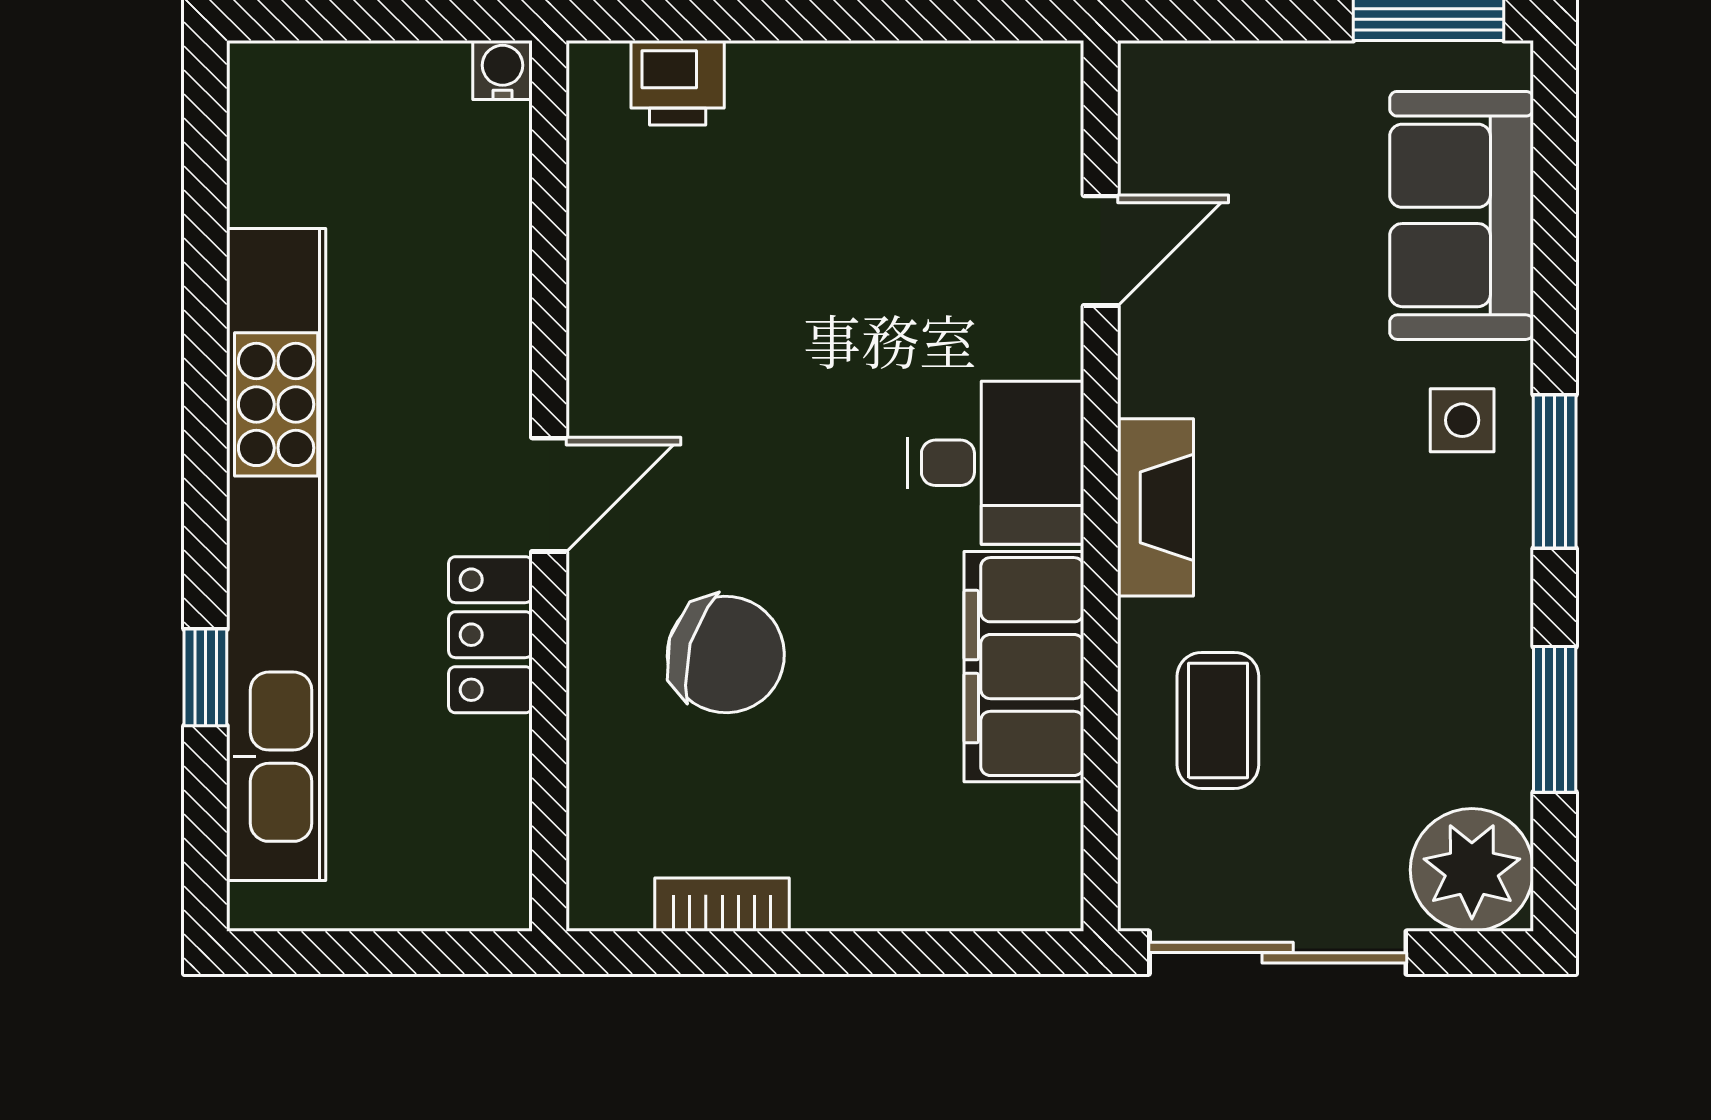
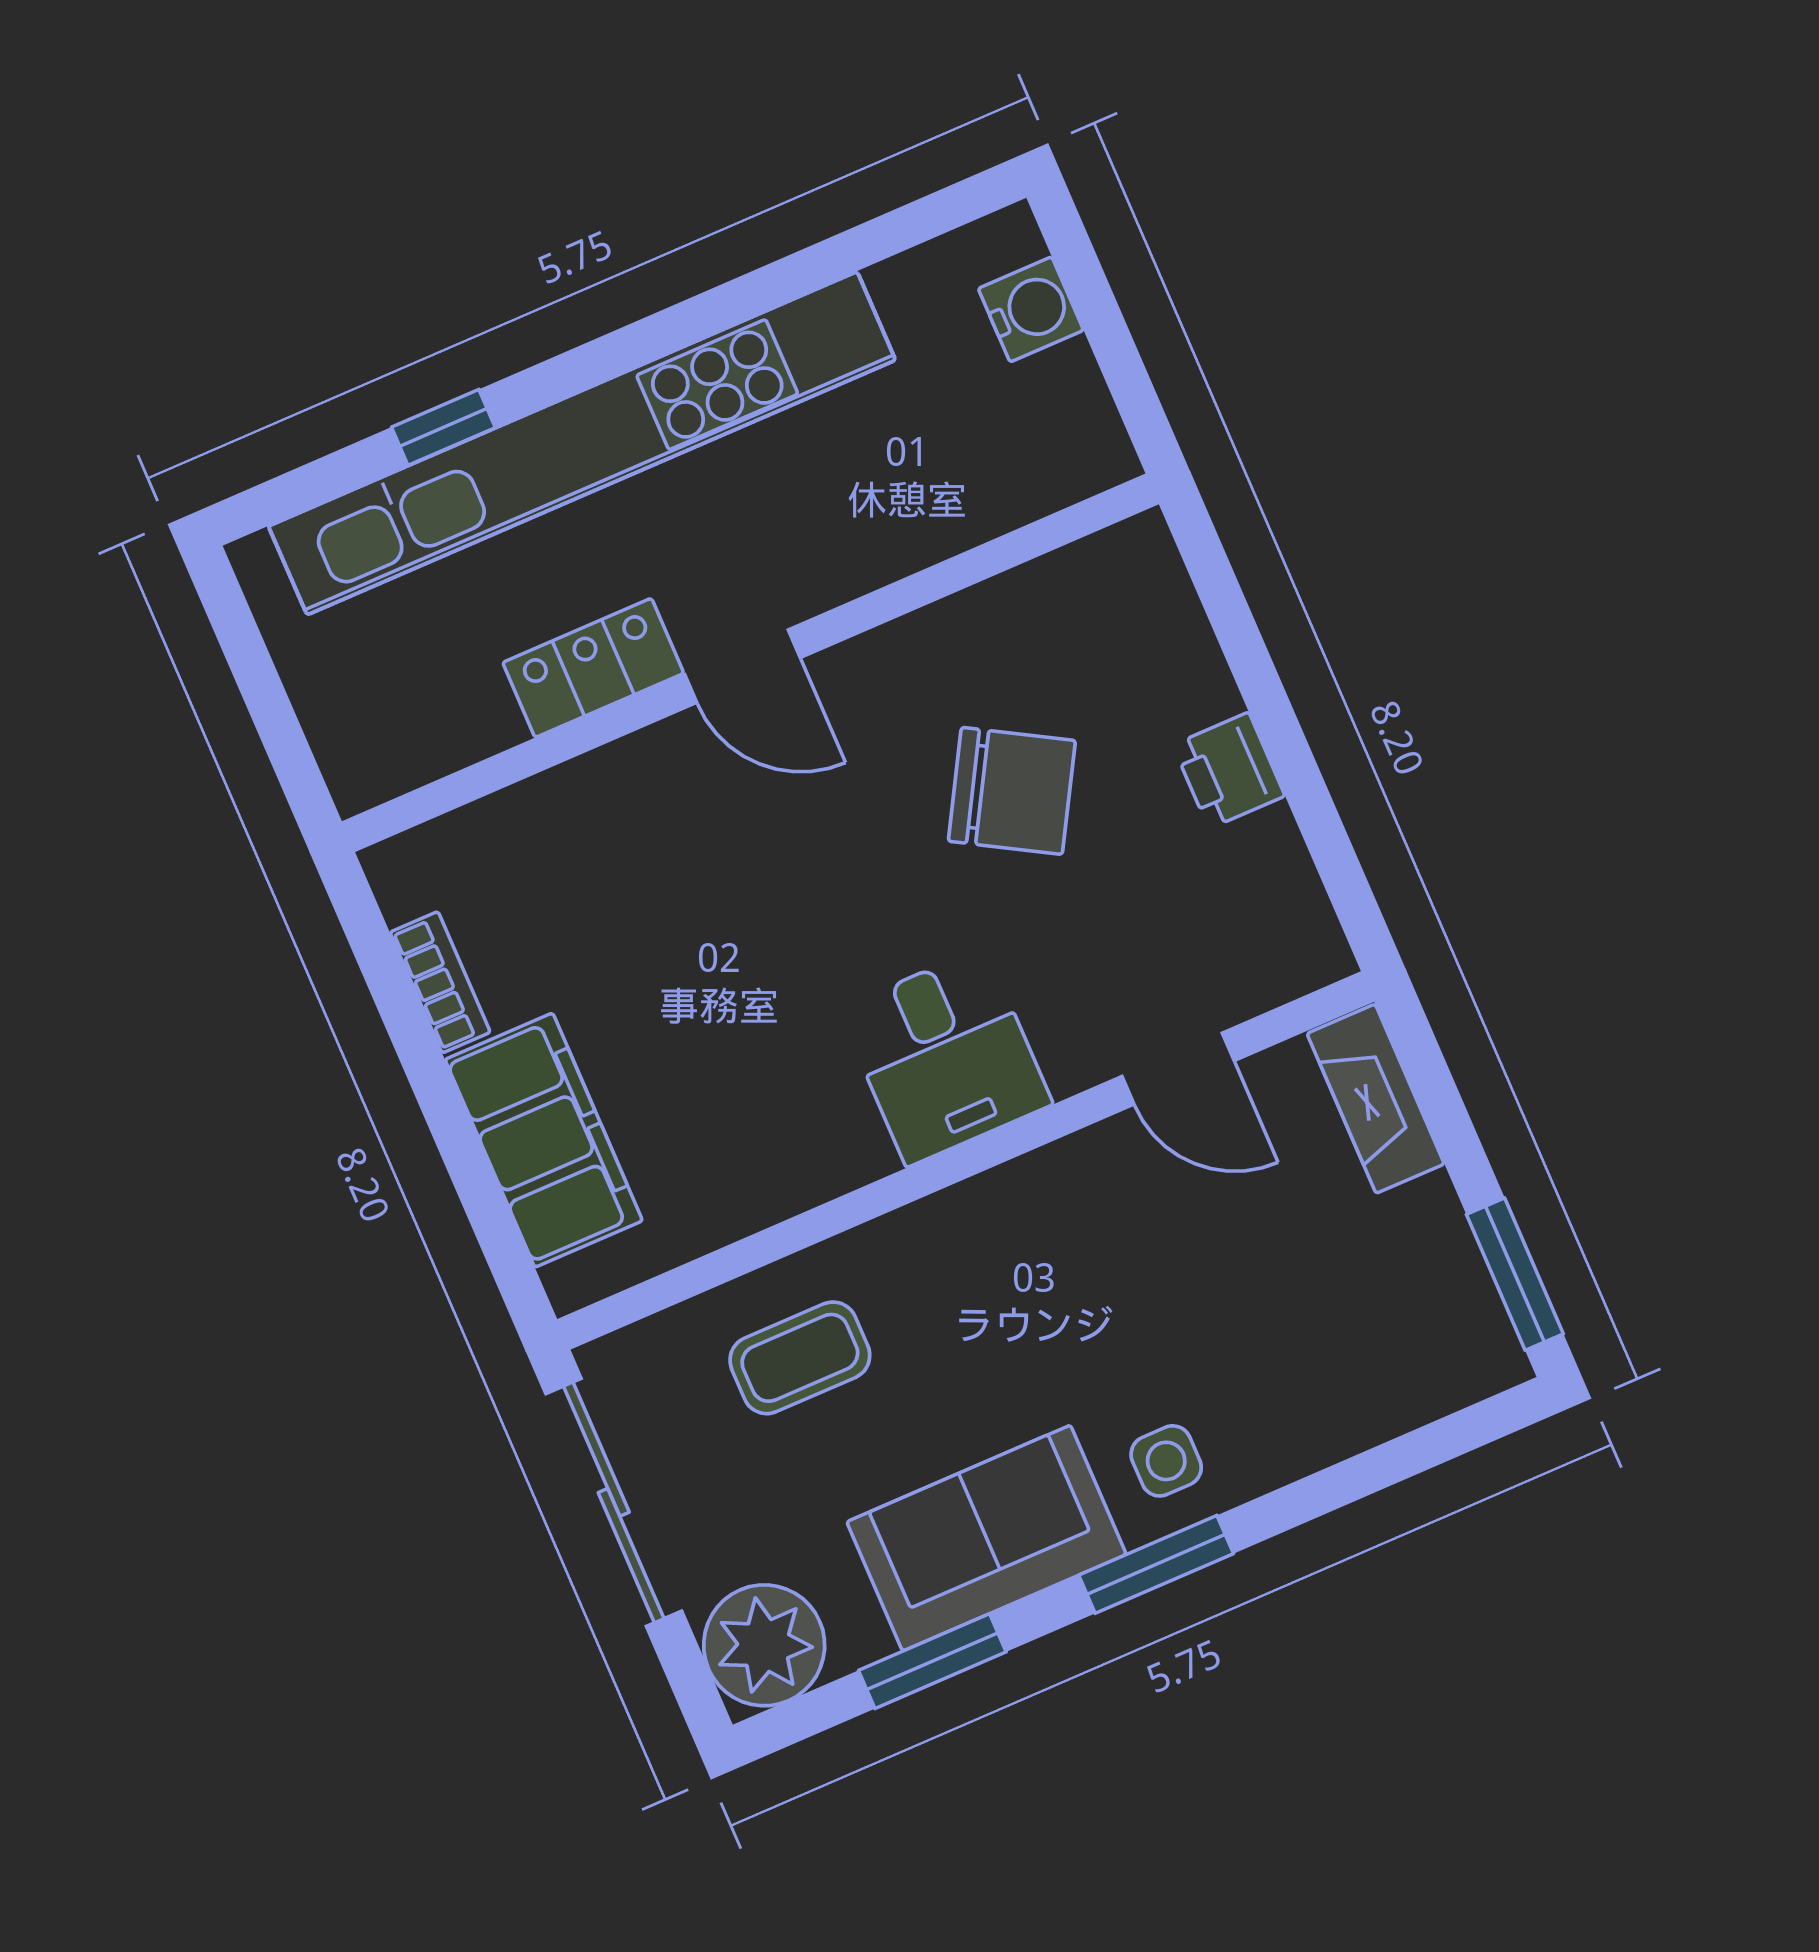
water cooler: (503, 70) -> (1031, 309), moved, width x1.38, depth x1.38
printer: (678, 83) -> (1229, 770), moved
sofa: (1462, 215) -> (987, 1538), moved
fireplace: (1156, 507) -> (1376, 1099), moved, turned 90
chair: (726, 655) -> (1012, 791), moved, turned -76
filing cabinet: (1024, 667) -> (544, 1140), moved, turned 90

